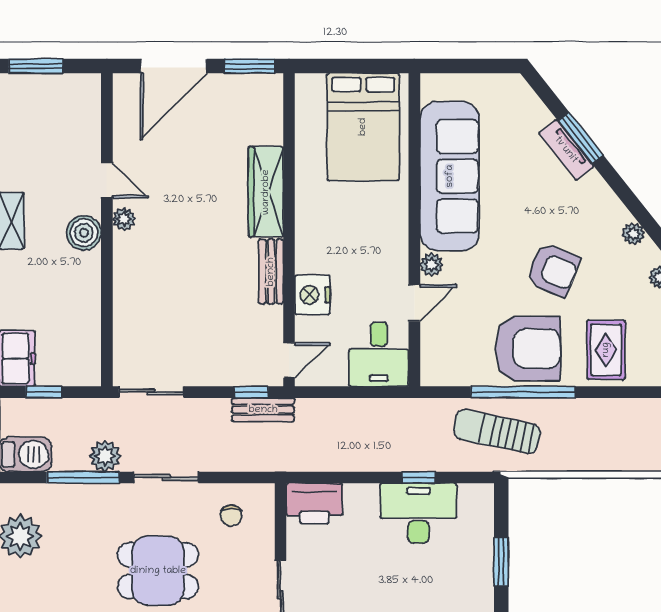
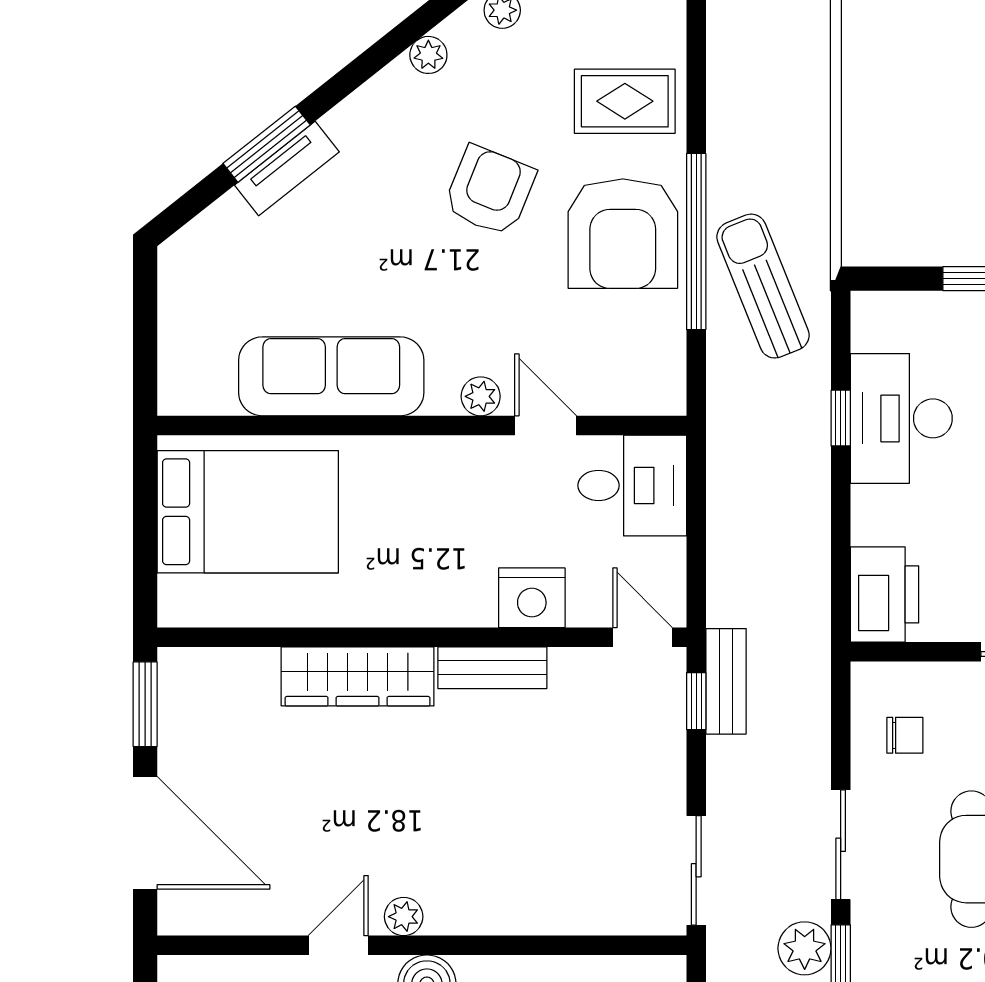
sofa: (450, 176) -> (331, 376), width x0.74, depth x0.79
armchair: (528, 349) -> (623, 234), turned 180
sun lounger: (497, 432) -> (763, 286), turned 146

